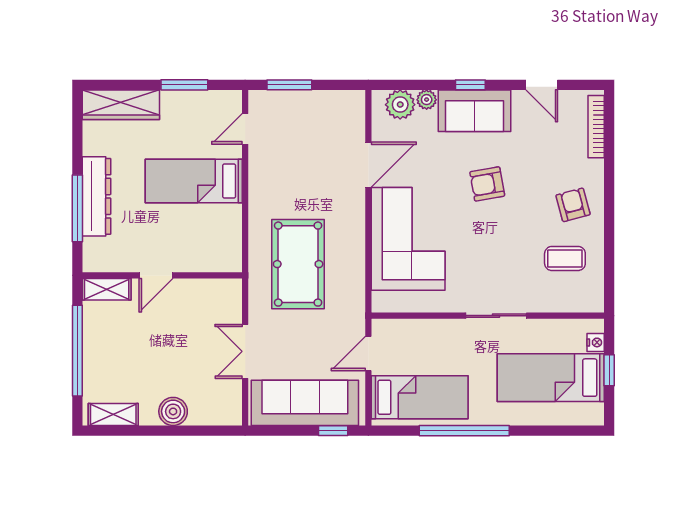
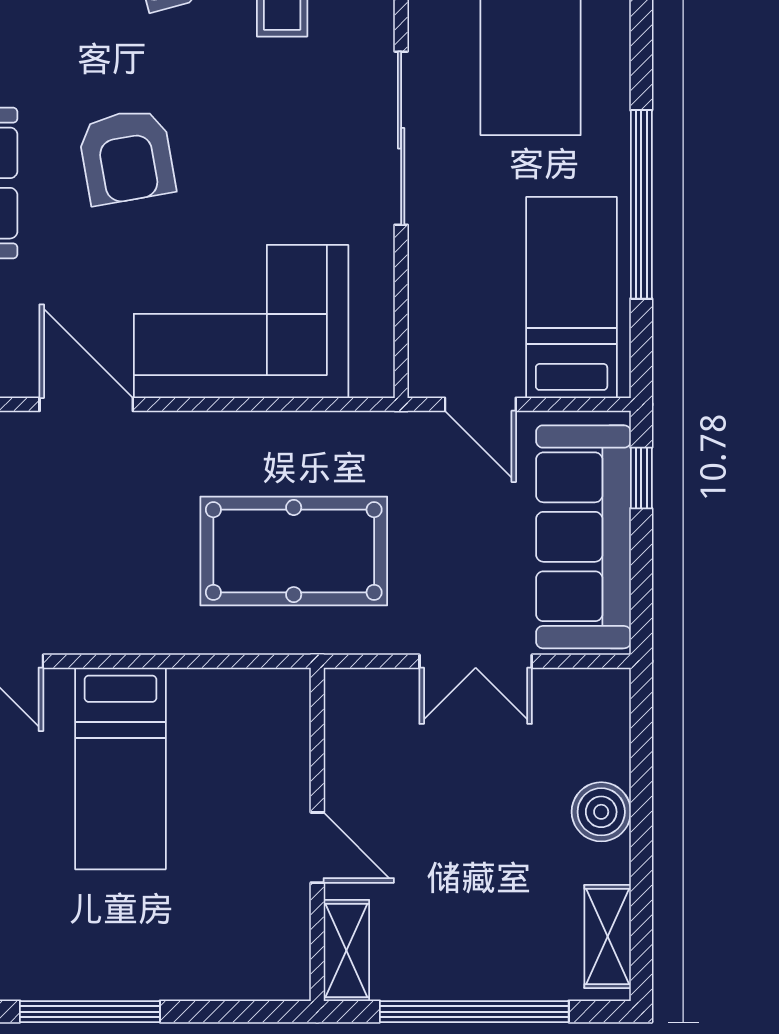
armchair: (487, 184) -> (127, 156), width x1.38, depth x1.38
dresser: (96, 196) -> (152, 972), removed
window: (77, 208) -> (90, 1012), moved
sliding door: (496, 316) -> (401, 138), width x1.37

